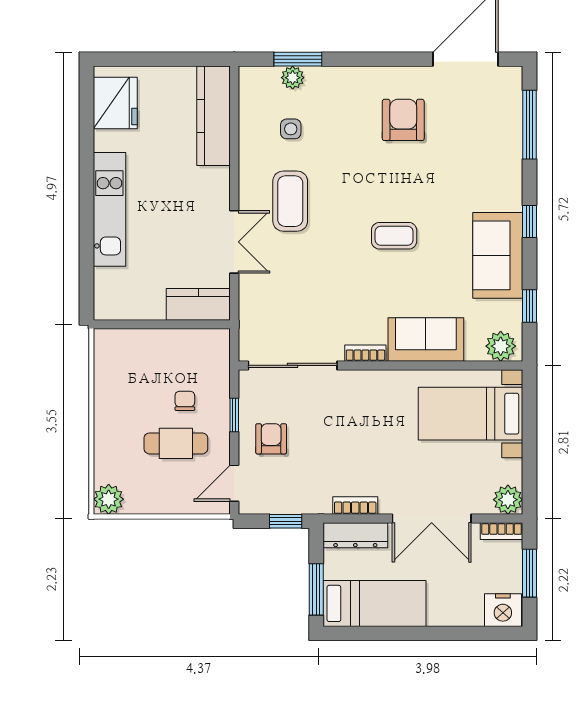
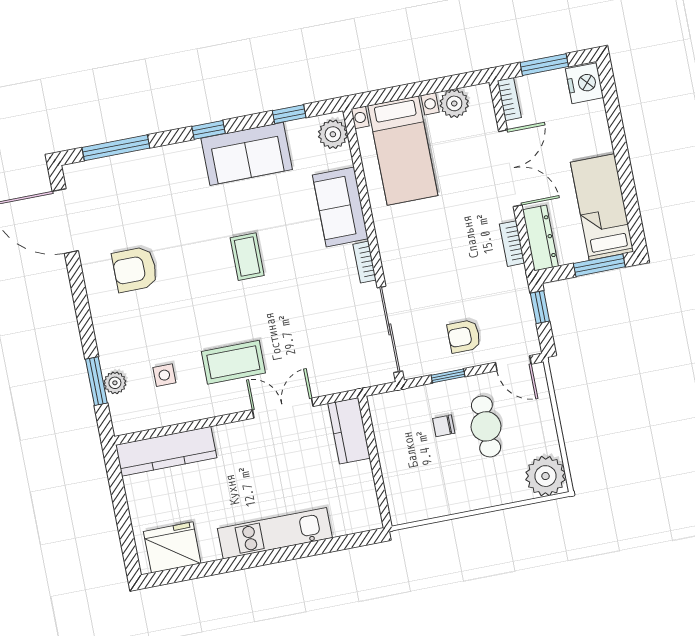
plant: (109, 499) -> (546, 476), width x1.36, depth x1.36
plant: (508, 500) -> (454, 103), moved

